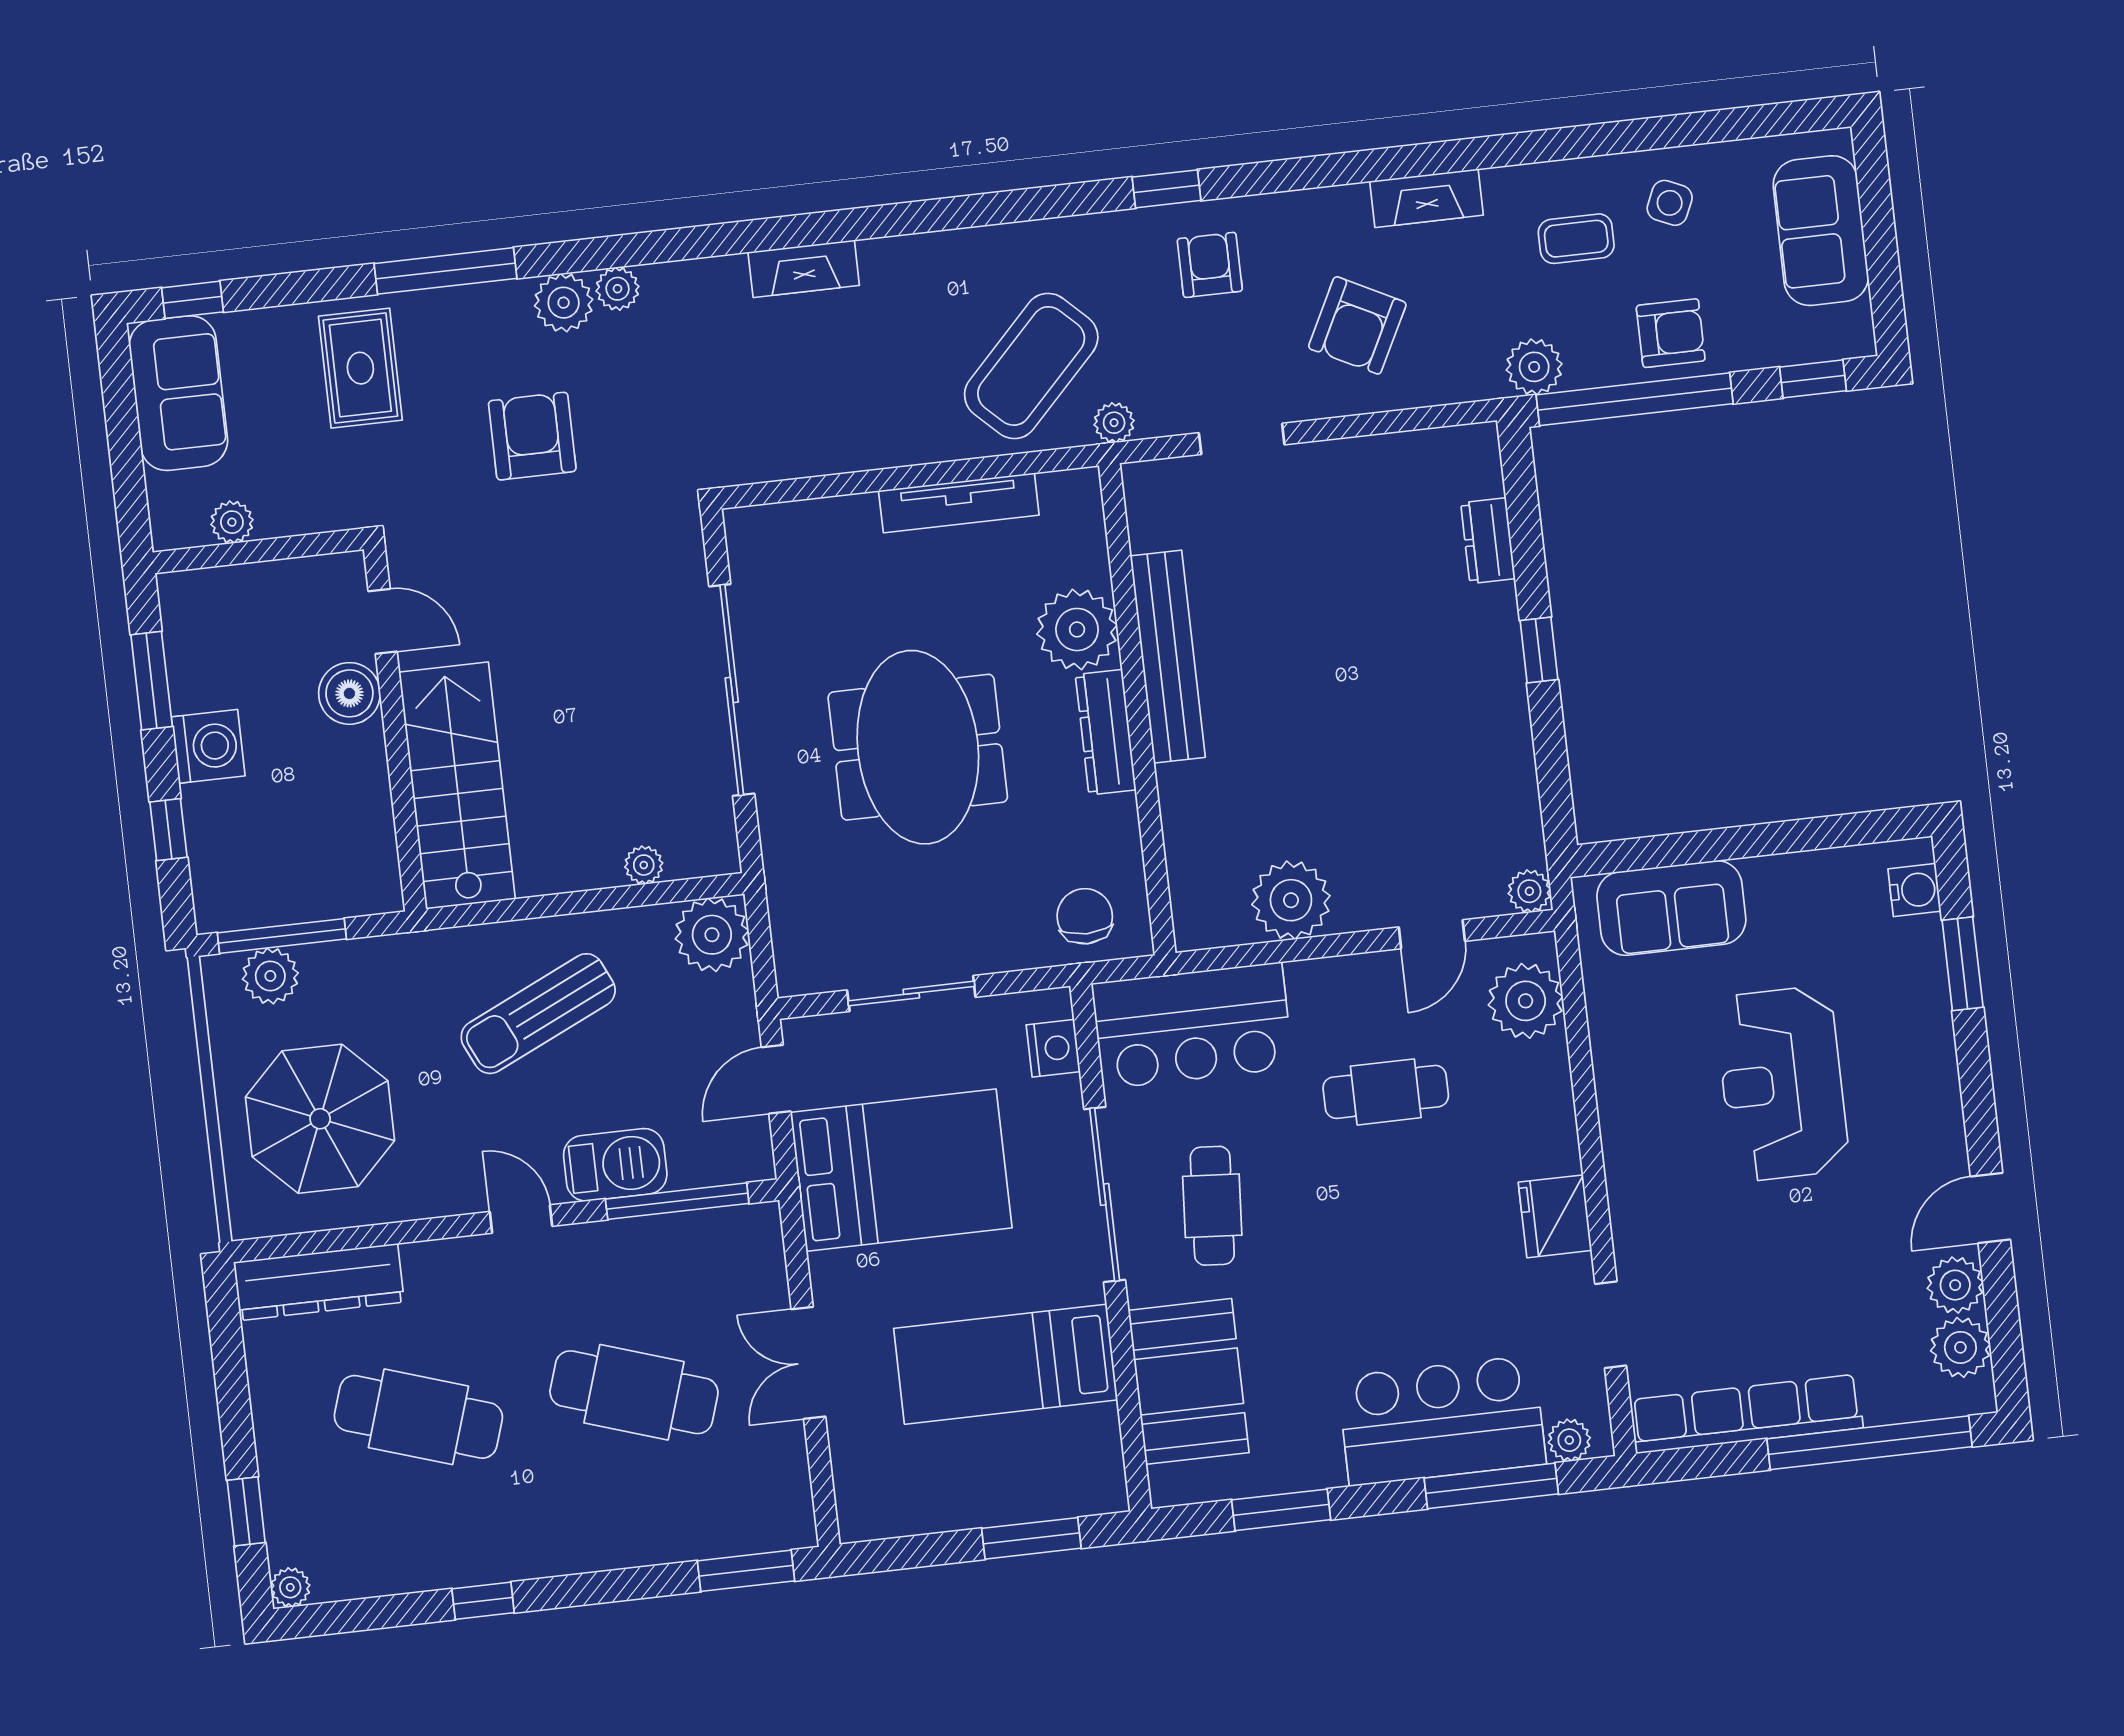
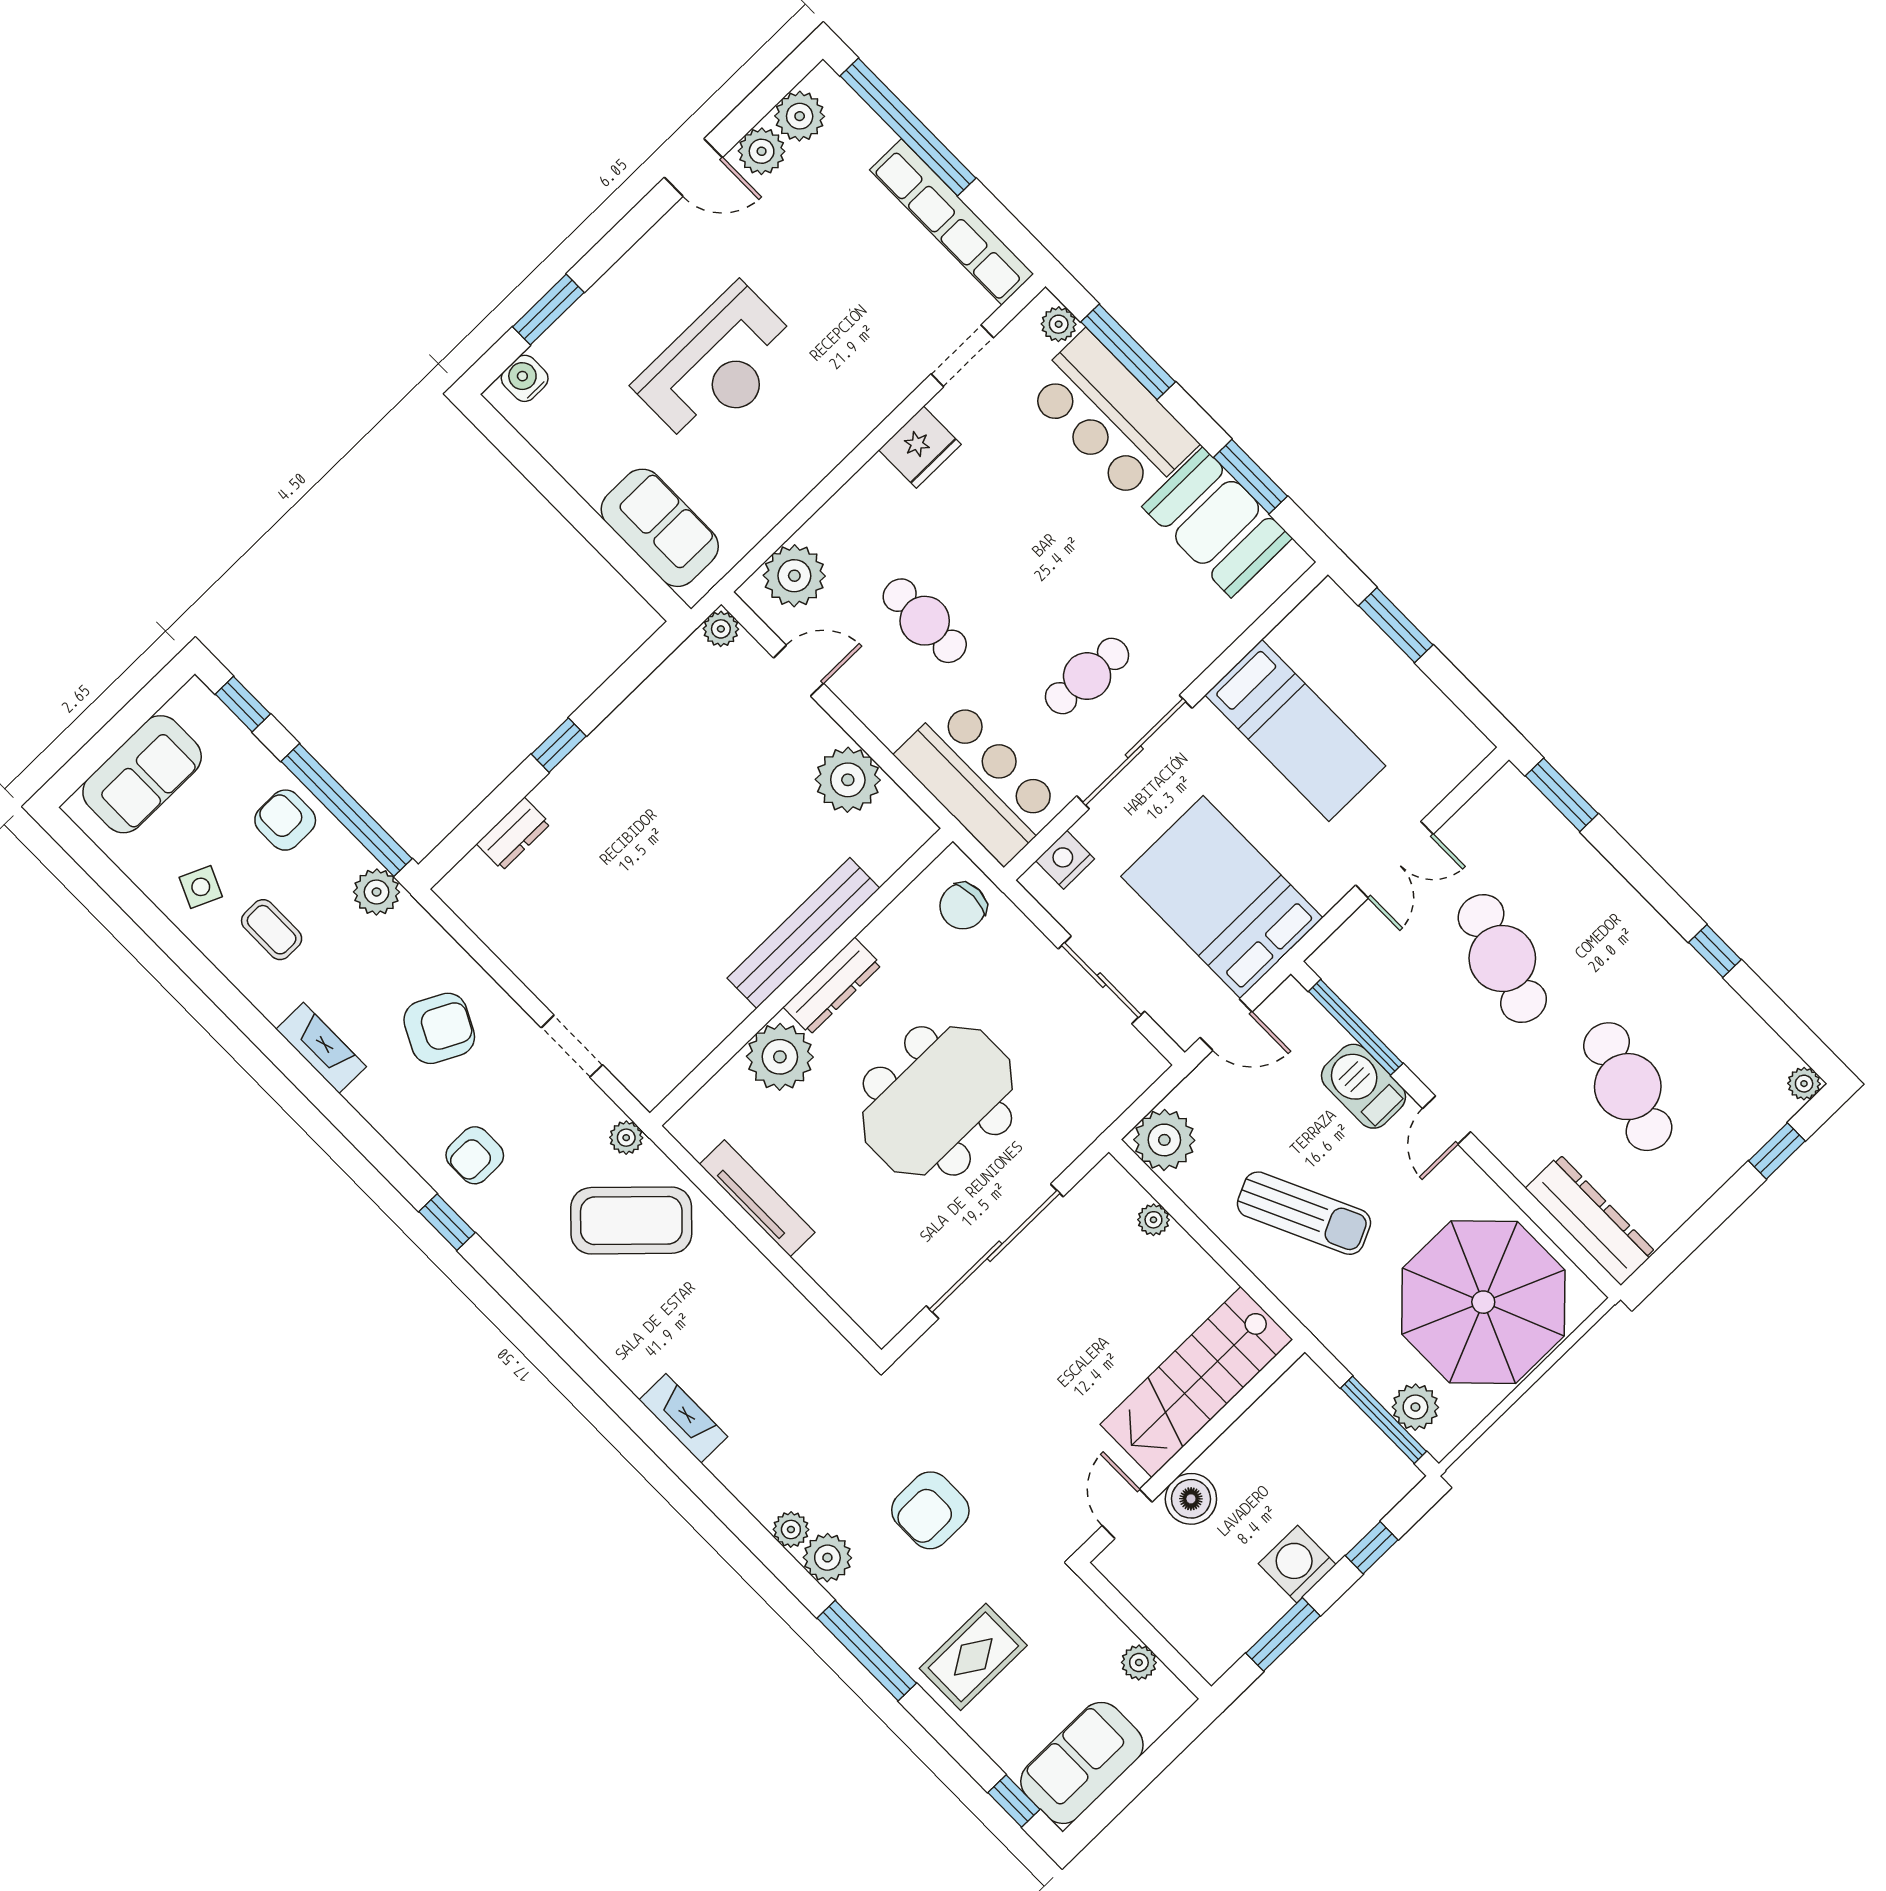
bench: (1168, 657) -> (803, 933), moved
parasol: (320, 1119) -> (1483, 1302), width x1.36, depth x1.36
booth: (1189, 1381) -> (1217, 522), moved, turned 90

